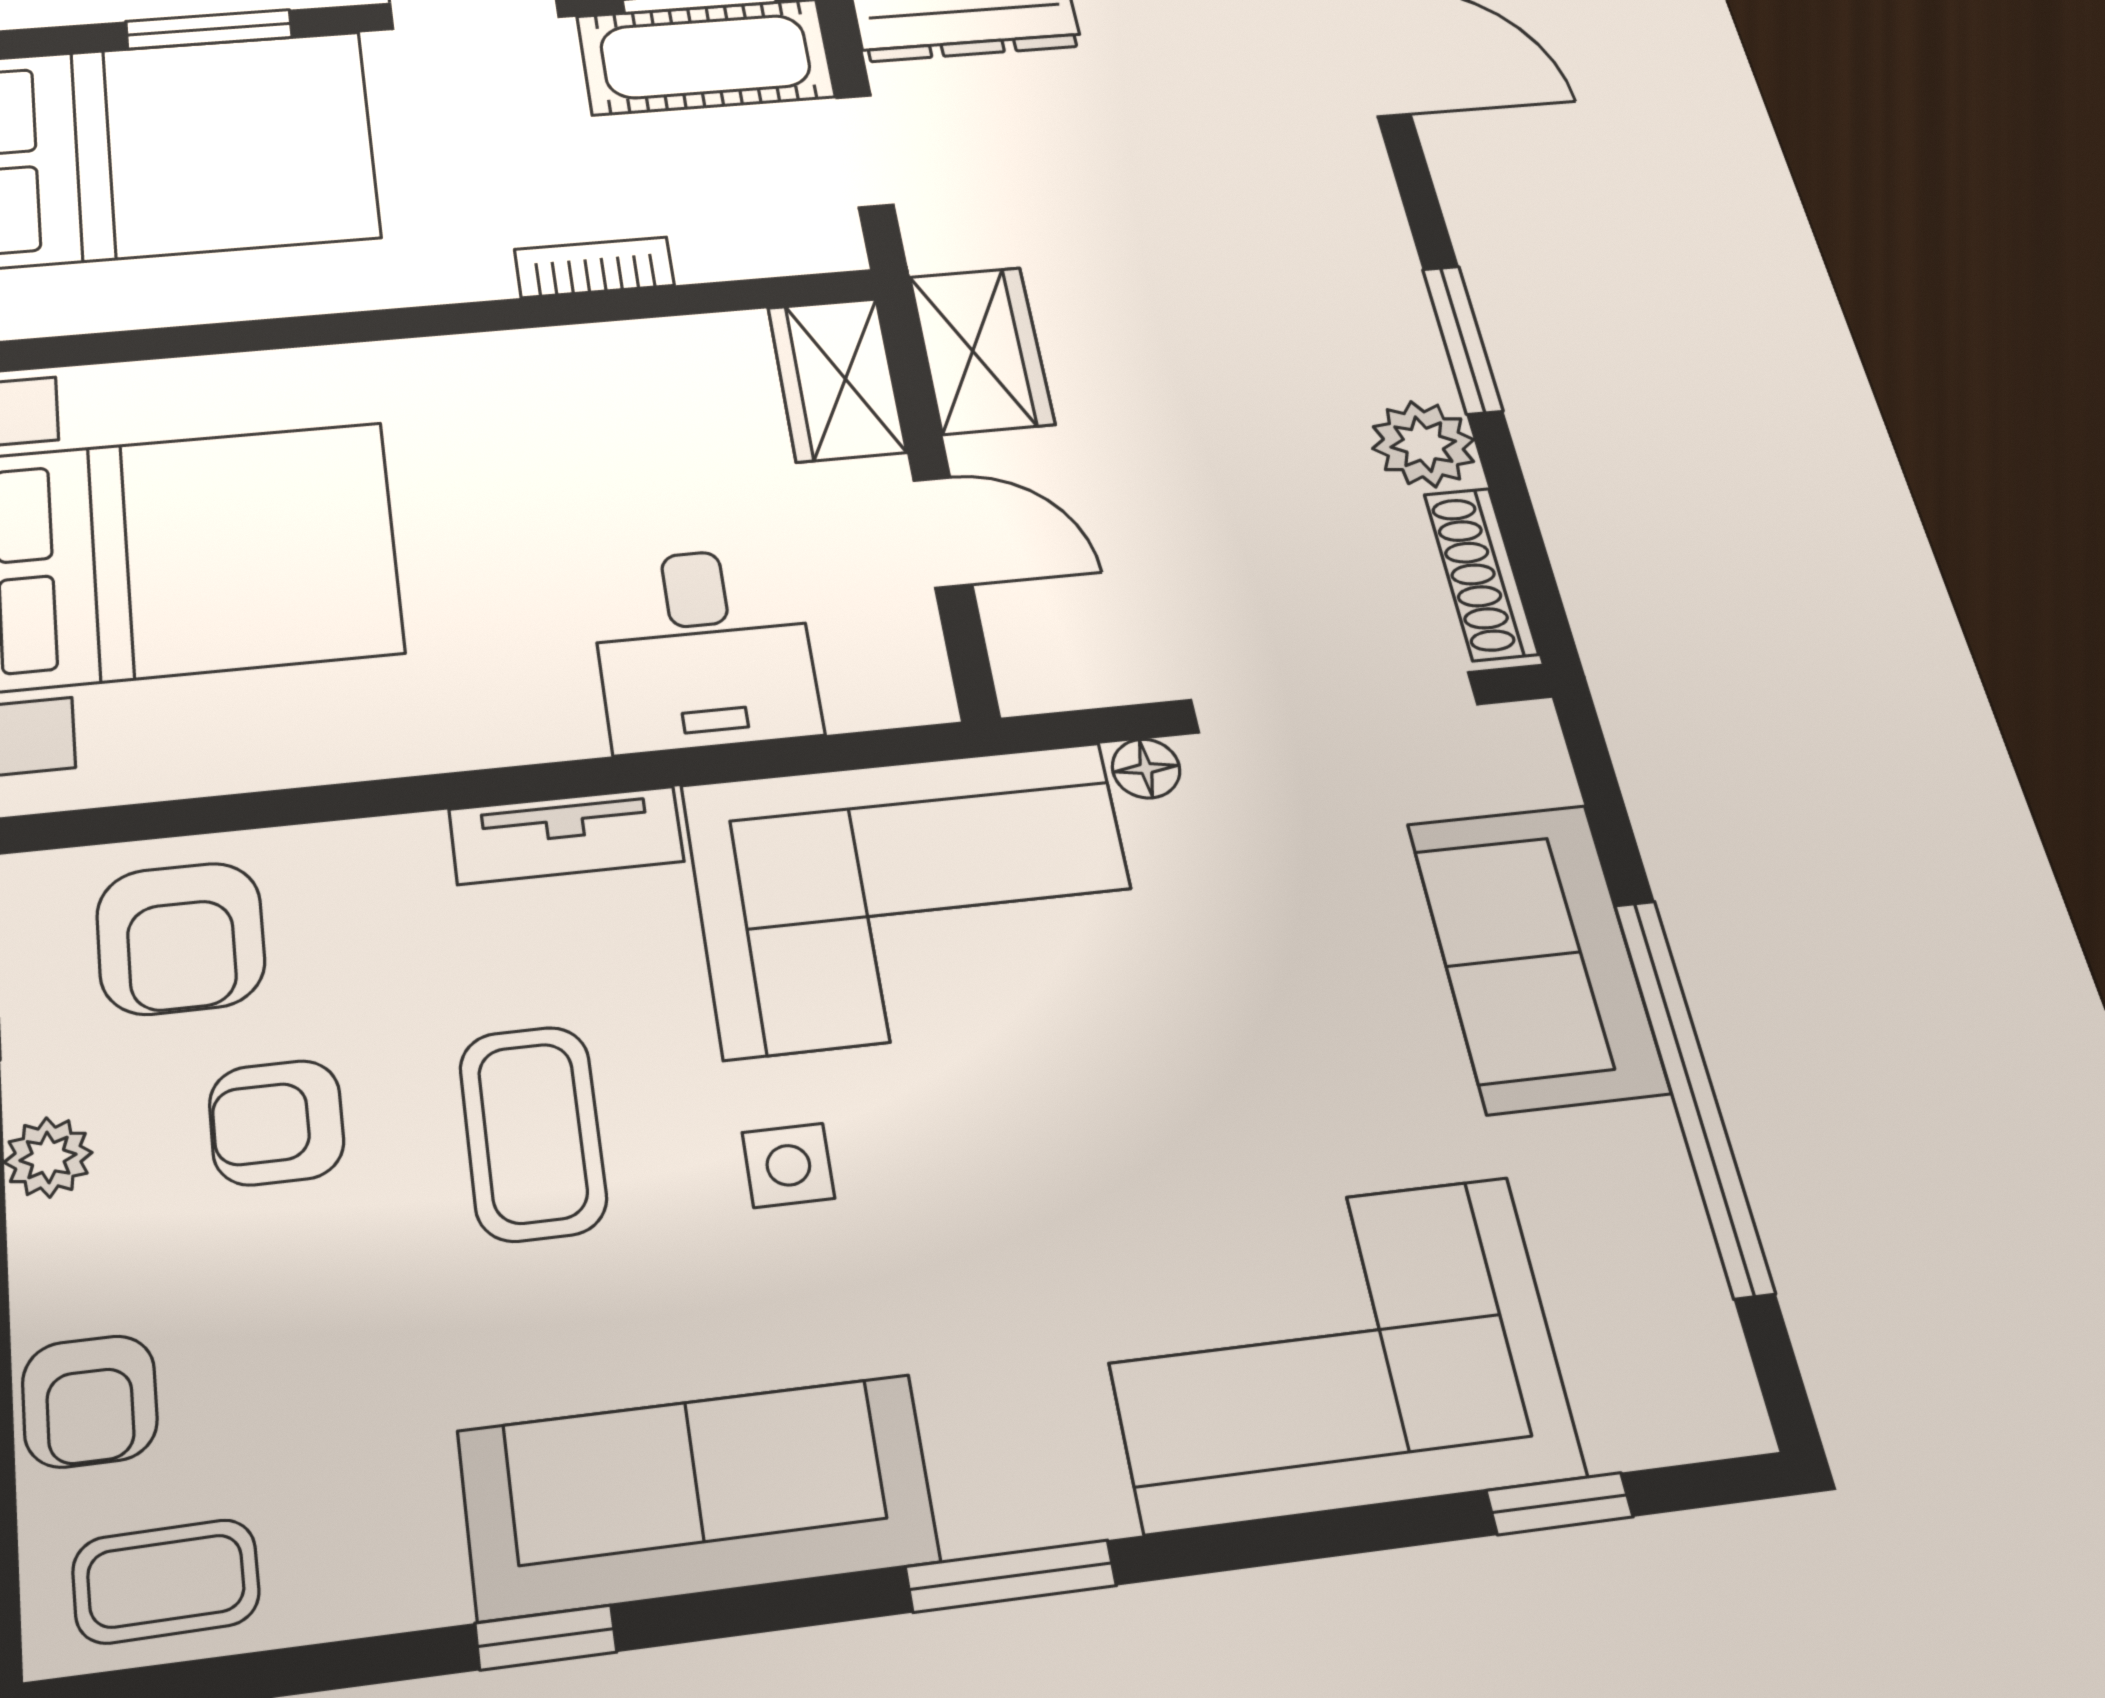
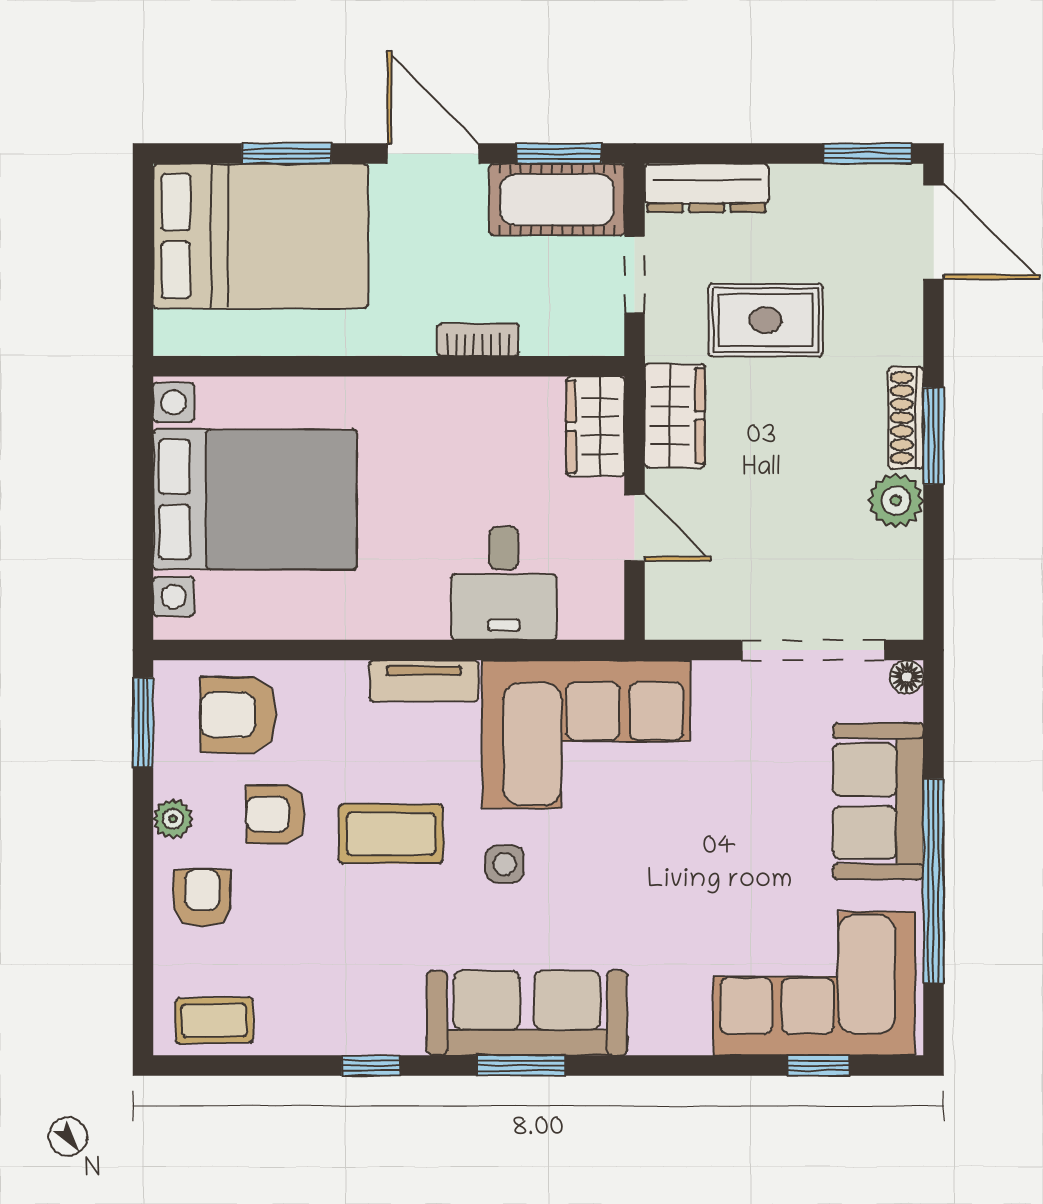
rug: (1114, 196) -> (766, 320), added
shoe rack: (1481, 574) -> (906, 418), moved
floor lamp: (1146, 769) -> (907, 677), moved
armchair: (181, 938) -> (238, 715), turned 90
coffee table: (533, 1133) -> (391, 834), turned 90
corner sofa: (1331, 1351) -> (814, 984), moved
armchair: (90, 1401) -> (202, 898), moved, turned 180
sofa: (698, 1496) -> (527, 1013), moved
window: (1011, 1576) -> (521, 1066), moved

